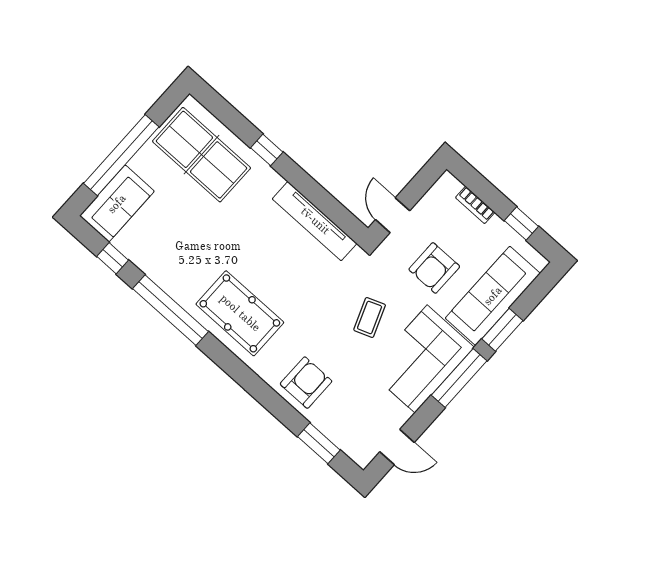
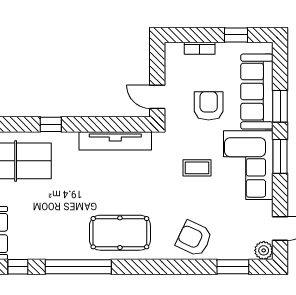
armchair: (434, 268) -> (209, 106), turned 180
coffee table: (370, 317) -> (197, 168), turned -69
window: (459, 378) -> (280, 156), width x0.69
armchair: (306, 383) -> (194, 238), turned -65
plant: (362, 454) -> (264, 250), added

